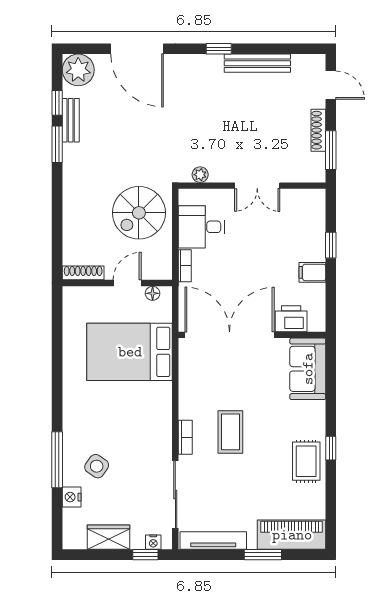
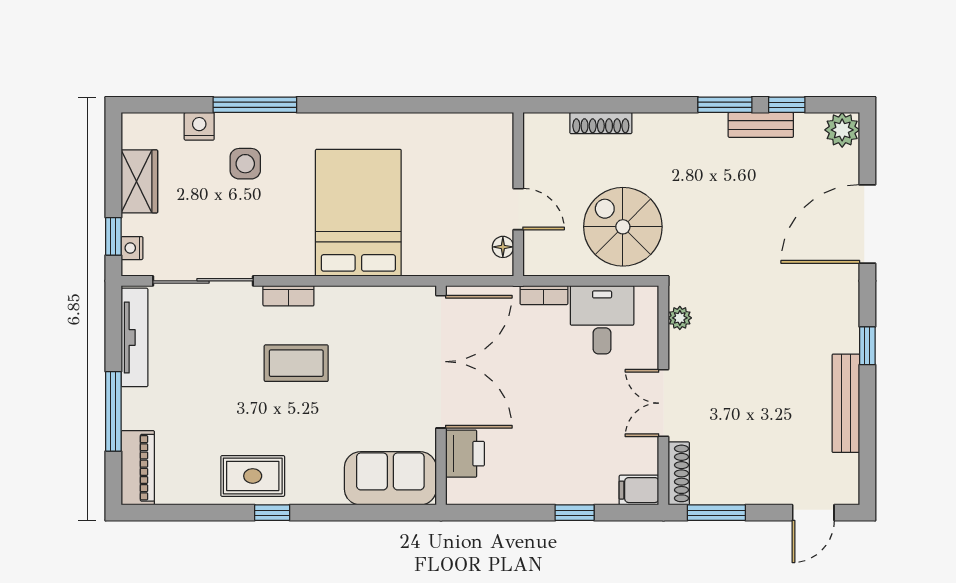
plant: (78, 70) -> (842, 130), width x0.73, depth x0.73
shoe rack: (318, 130) -> (679, 473), moved, turned 90
filing cabinet: (312, 272) -> (639, 490), moved, turned -90
shoe rack: (83, 273) -> (601, 123), moved, turned 90
bed: (130, 352) -> (358, 213), moved
side table: (97, 466) -> (245, 164), turned -35
piano: (292, 535) -> (138, 468), width x0.73, depth x0.75
window: (263, 555) -> (113, 411), width x1.44

